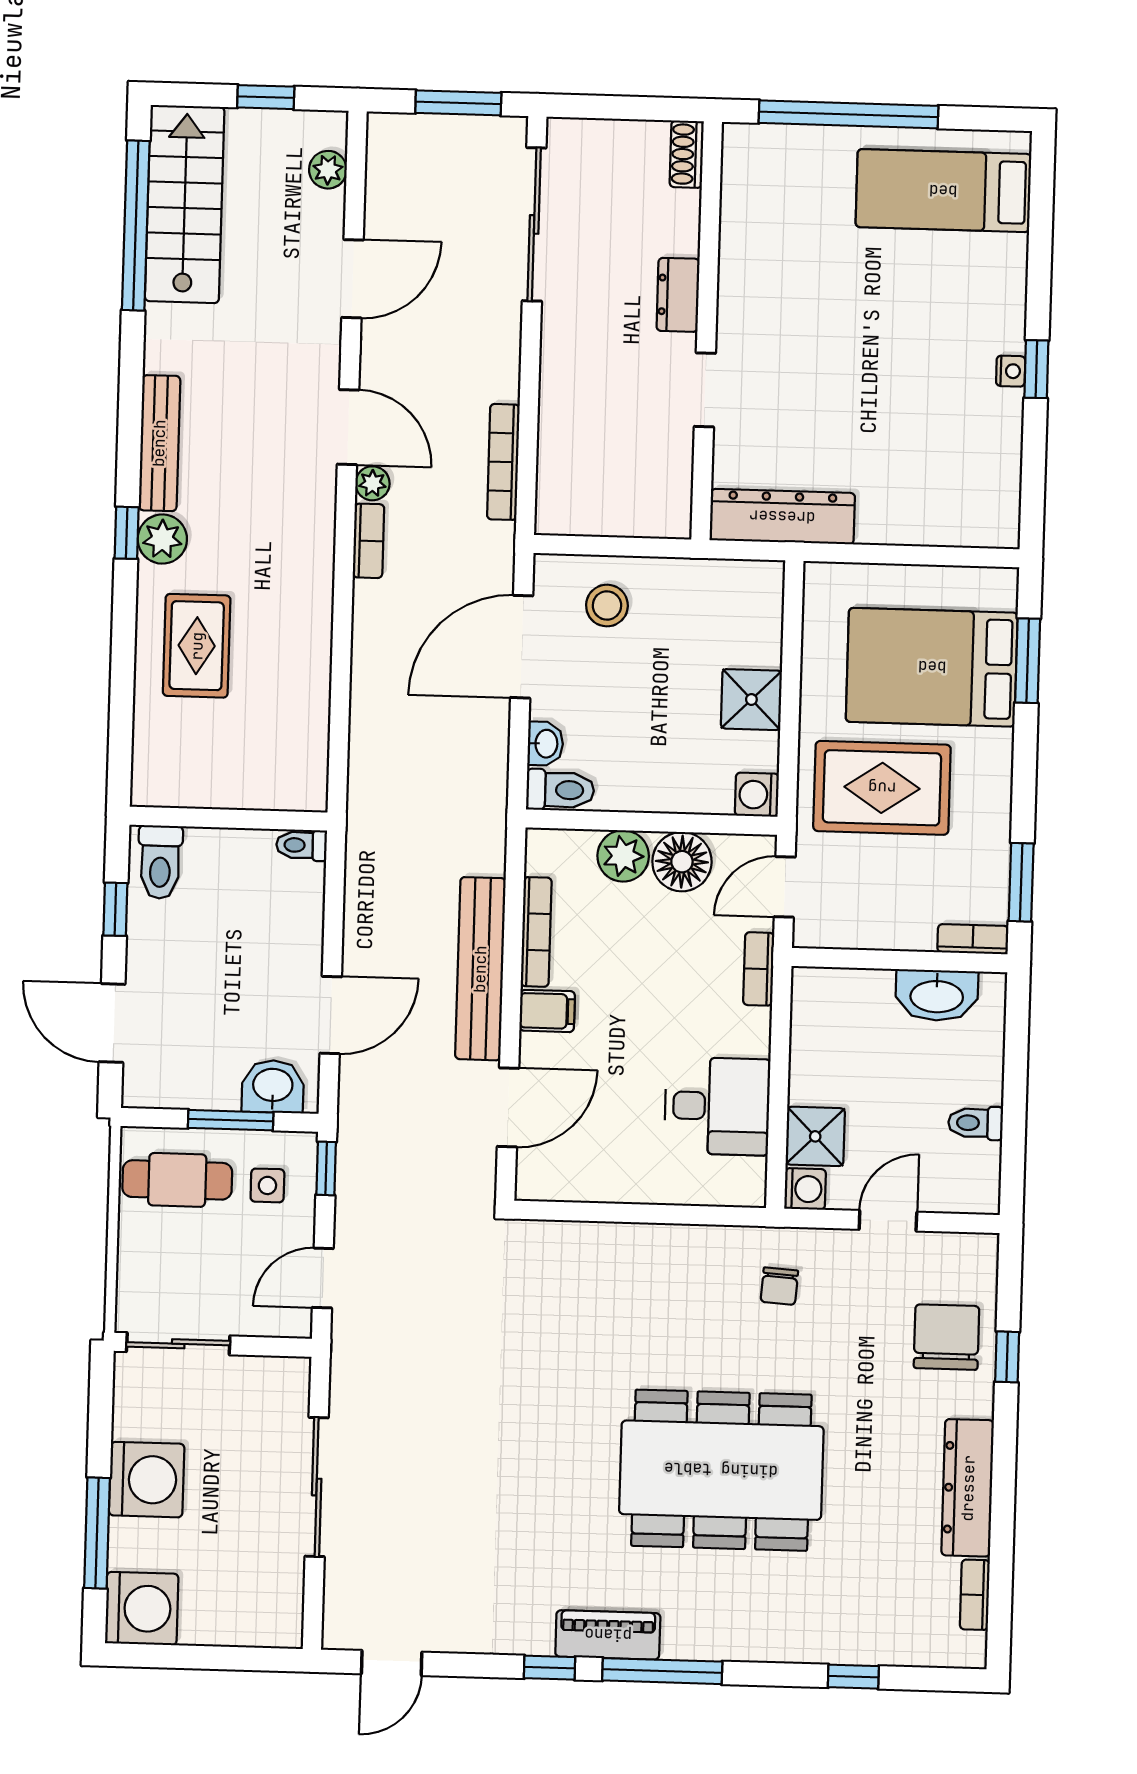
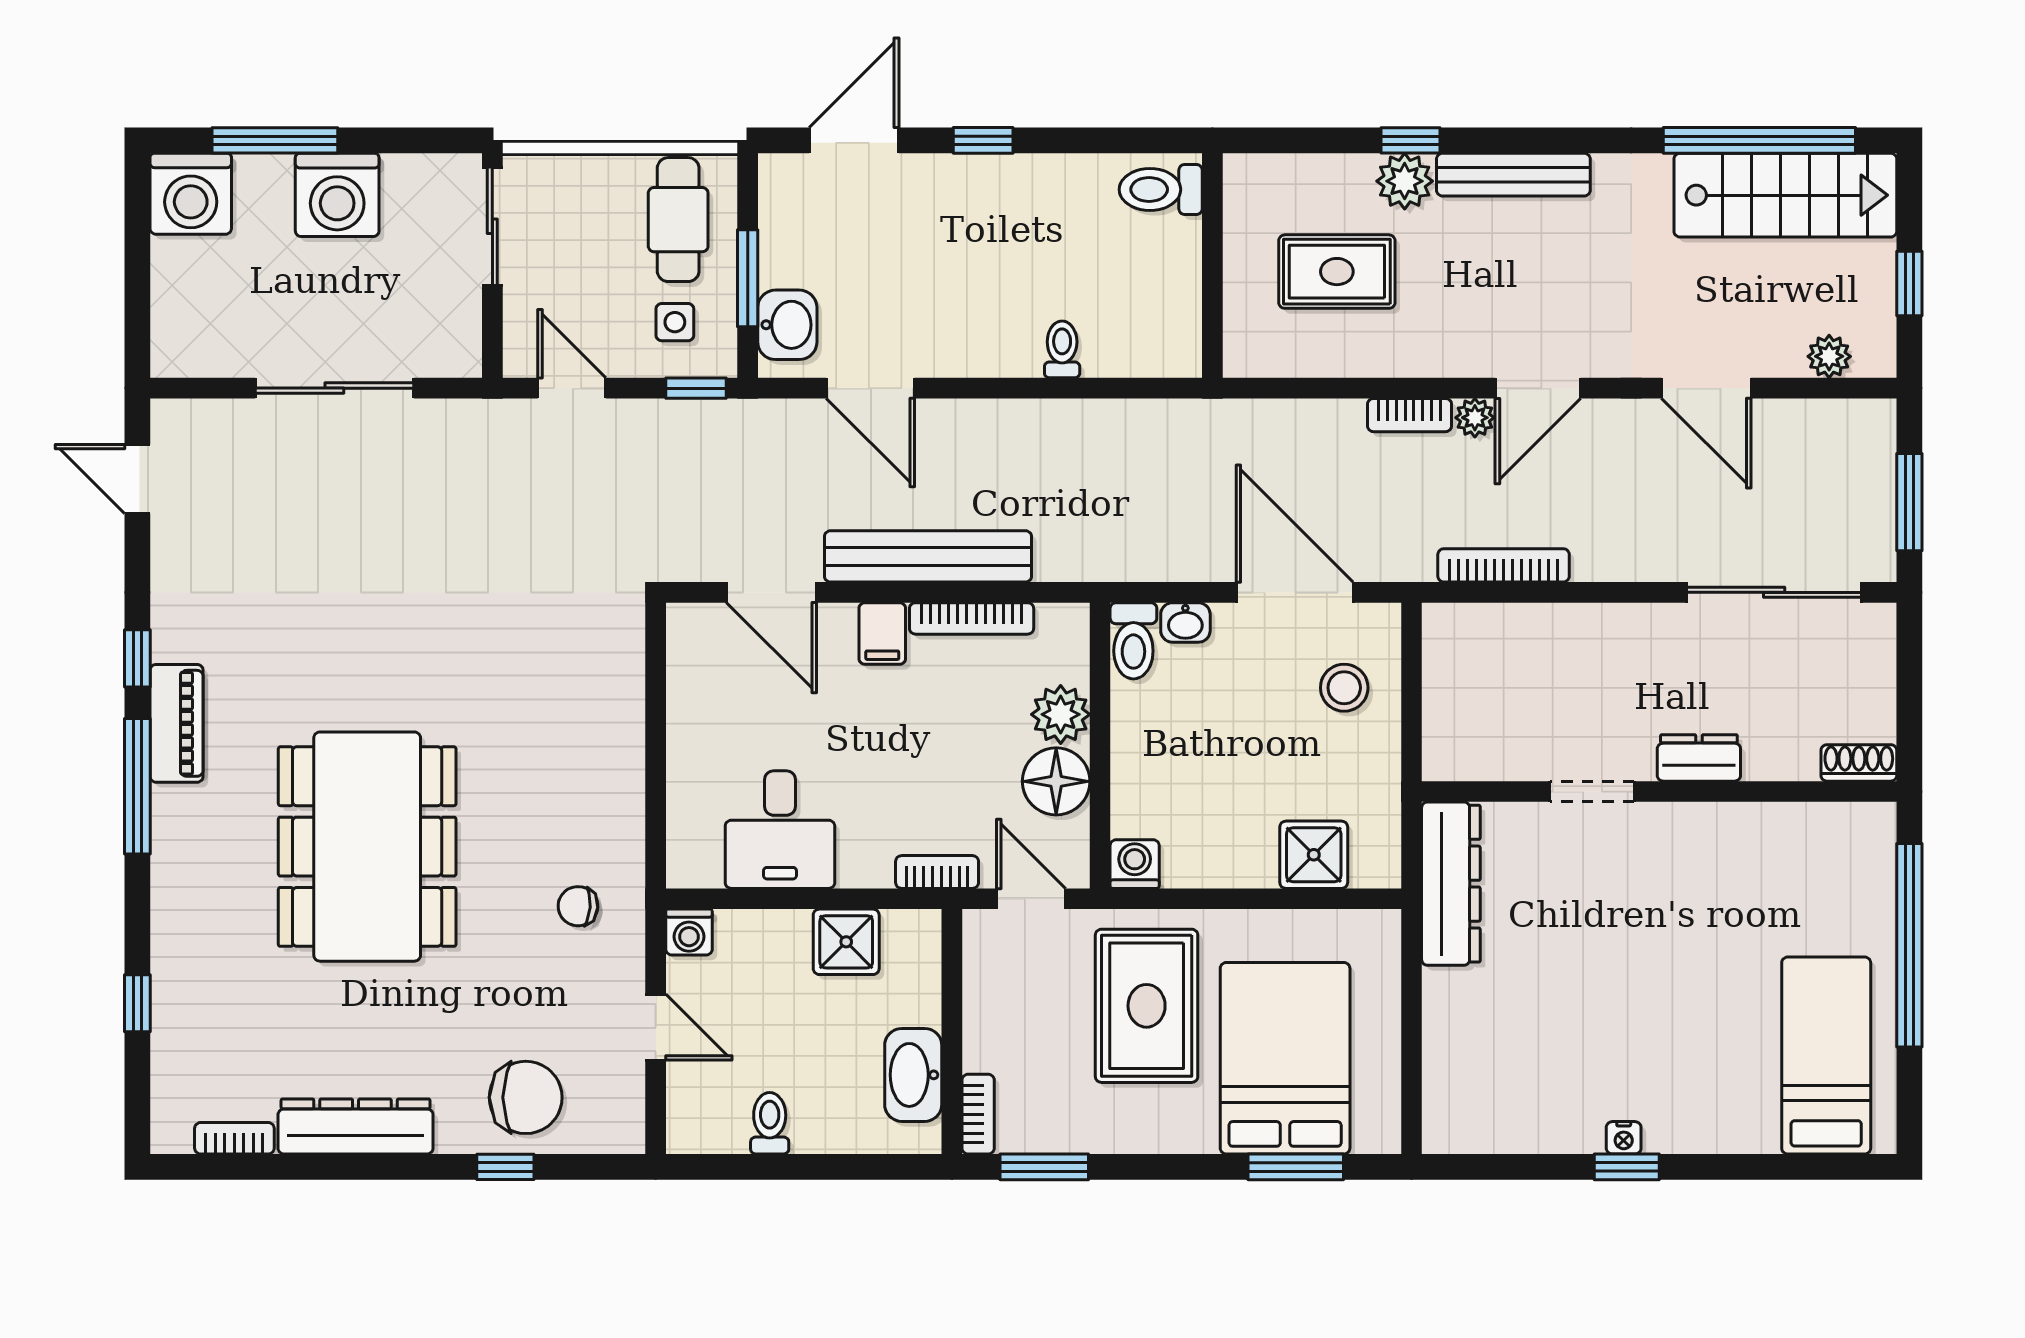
rug: (197, 646) -> (1337, 272), moved
shower: (751, 700) -> (1314, 855), moved
wall: (228, 819) -> (1212, 266), moved
toilet: (160, 862) -> (1161, 189), moved
shower: (815, 1136) -> (846, 942), moved

